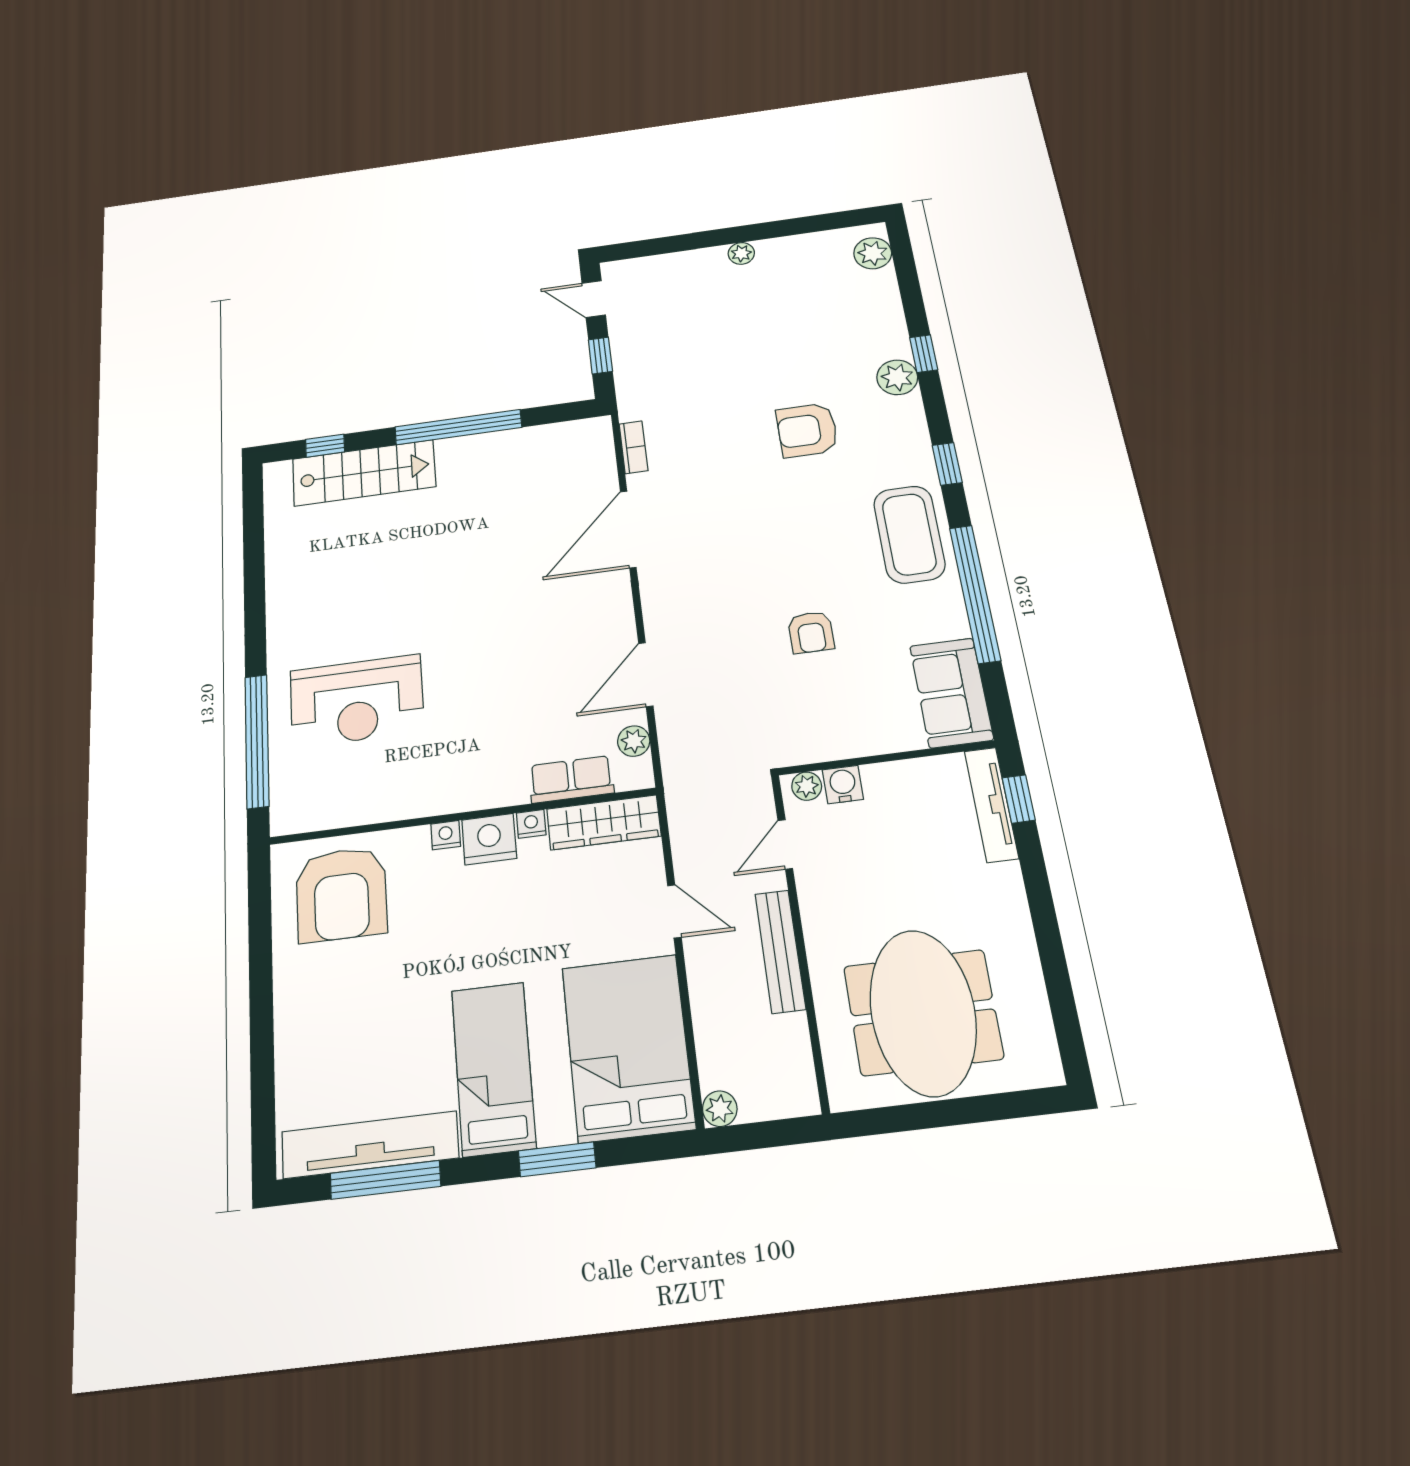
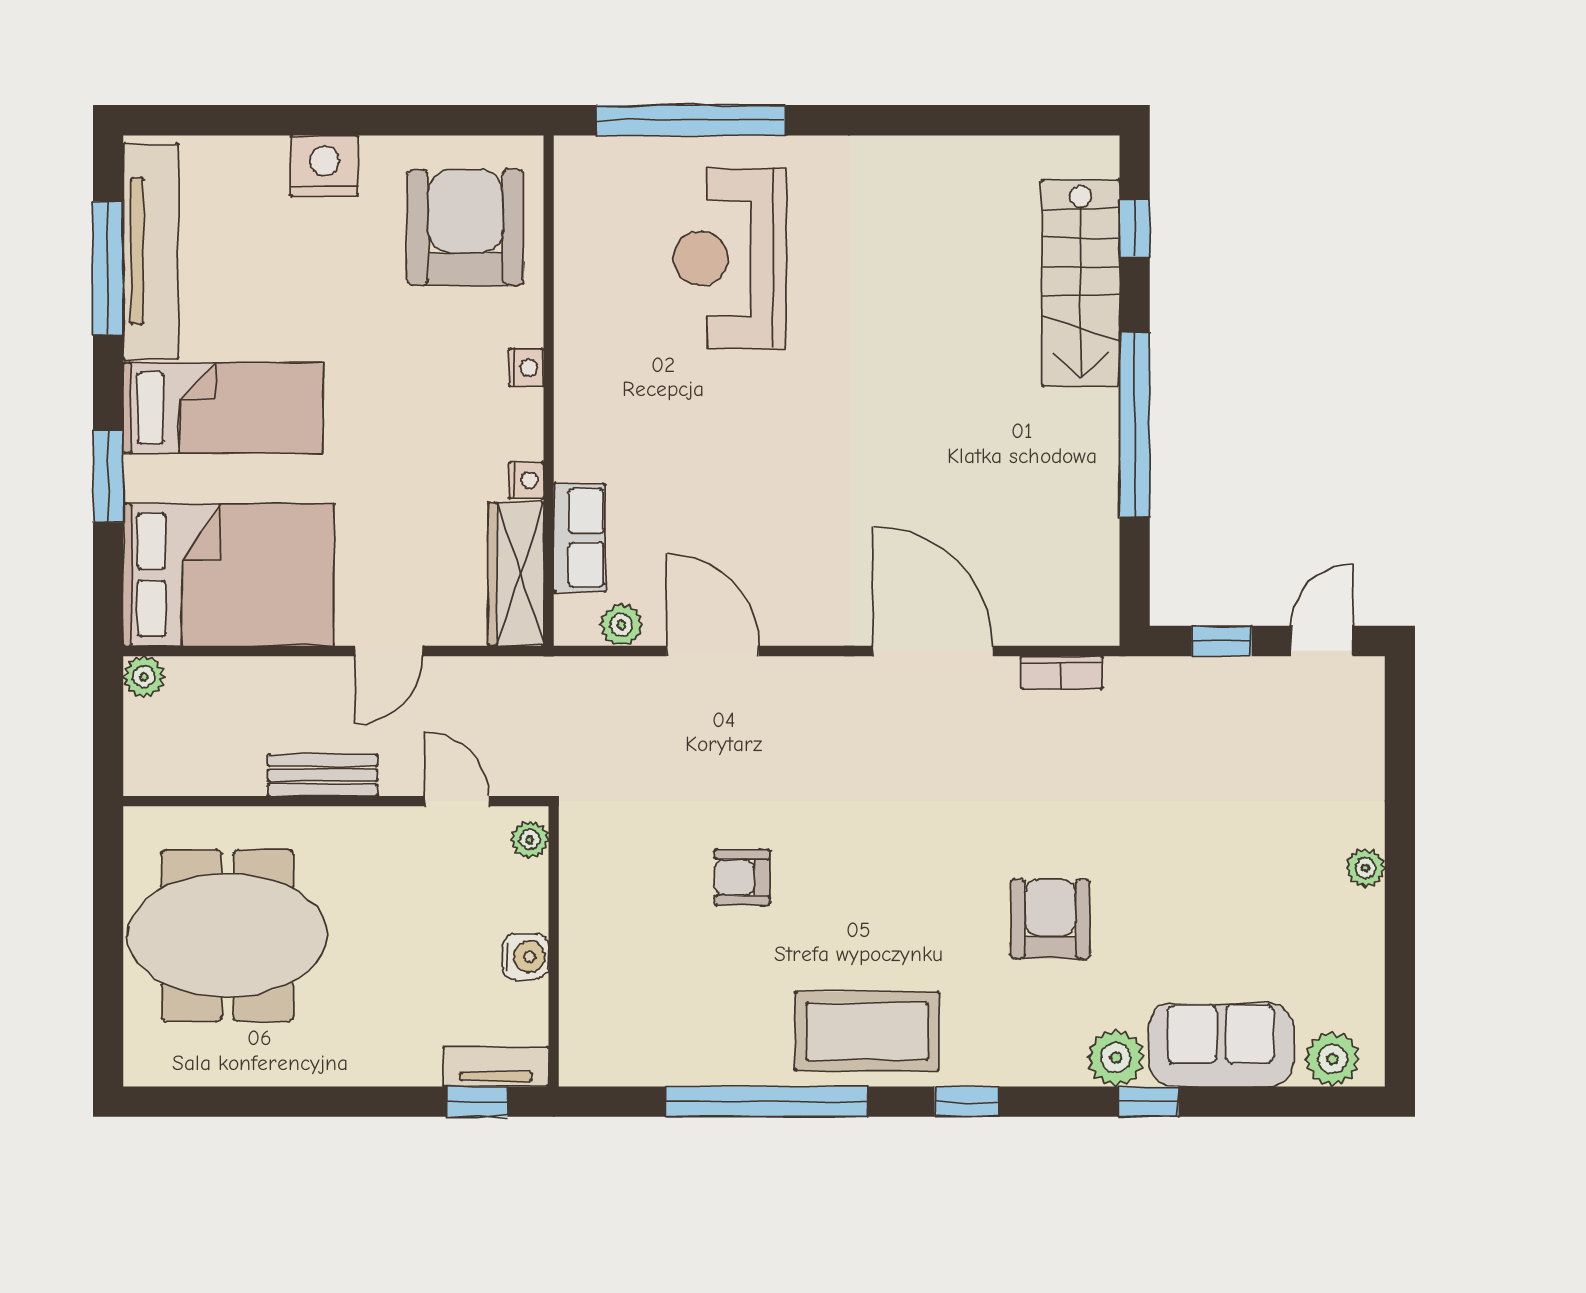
sofa: (951, 693) -> (1221, 1045), moved
water cooler: (843, 785) -> (526, 957), moved
tv unit: (991, 804) -> (496, 1066), width x0.71
nightstand: (489, 839) -> (324, 166), moved, turned -90
armchair: (341, 894) -> (465, 228), turned 90
bench: (780, 951) -> (322, 775), width x0.73

